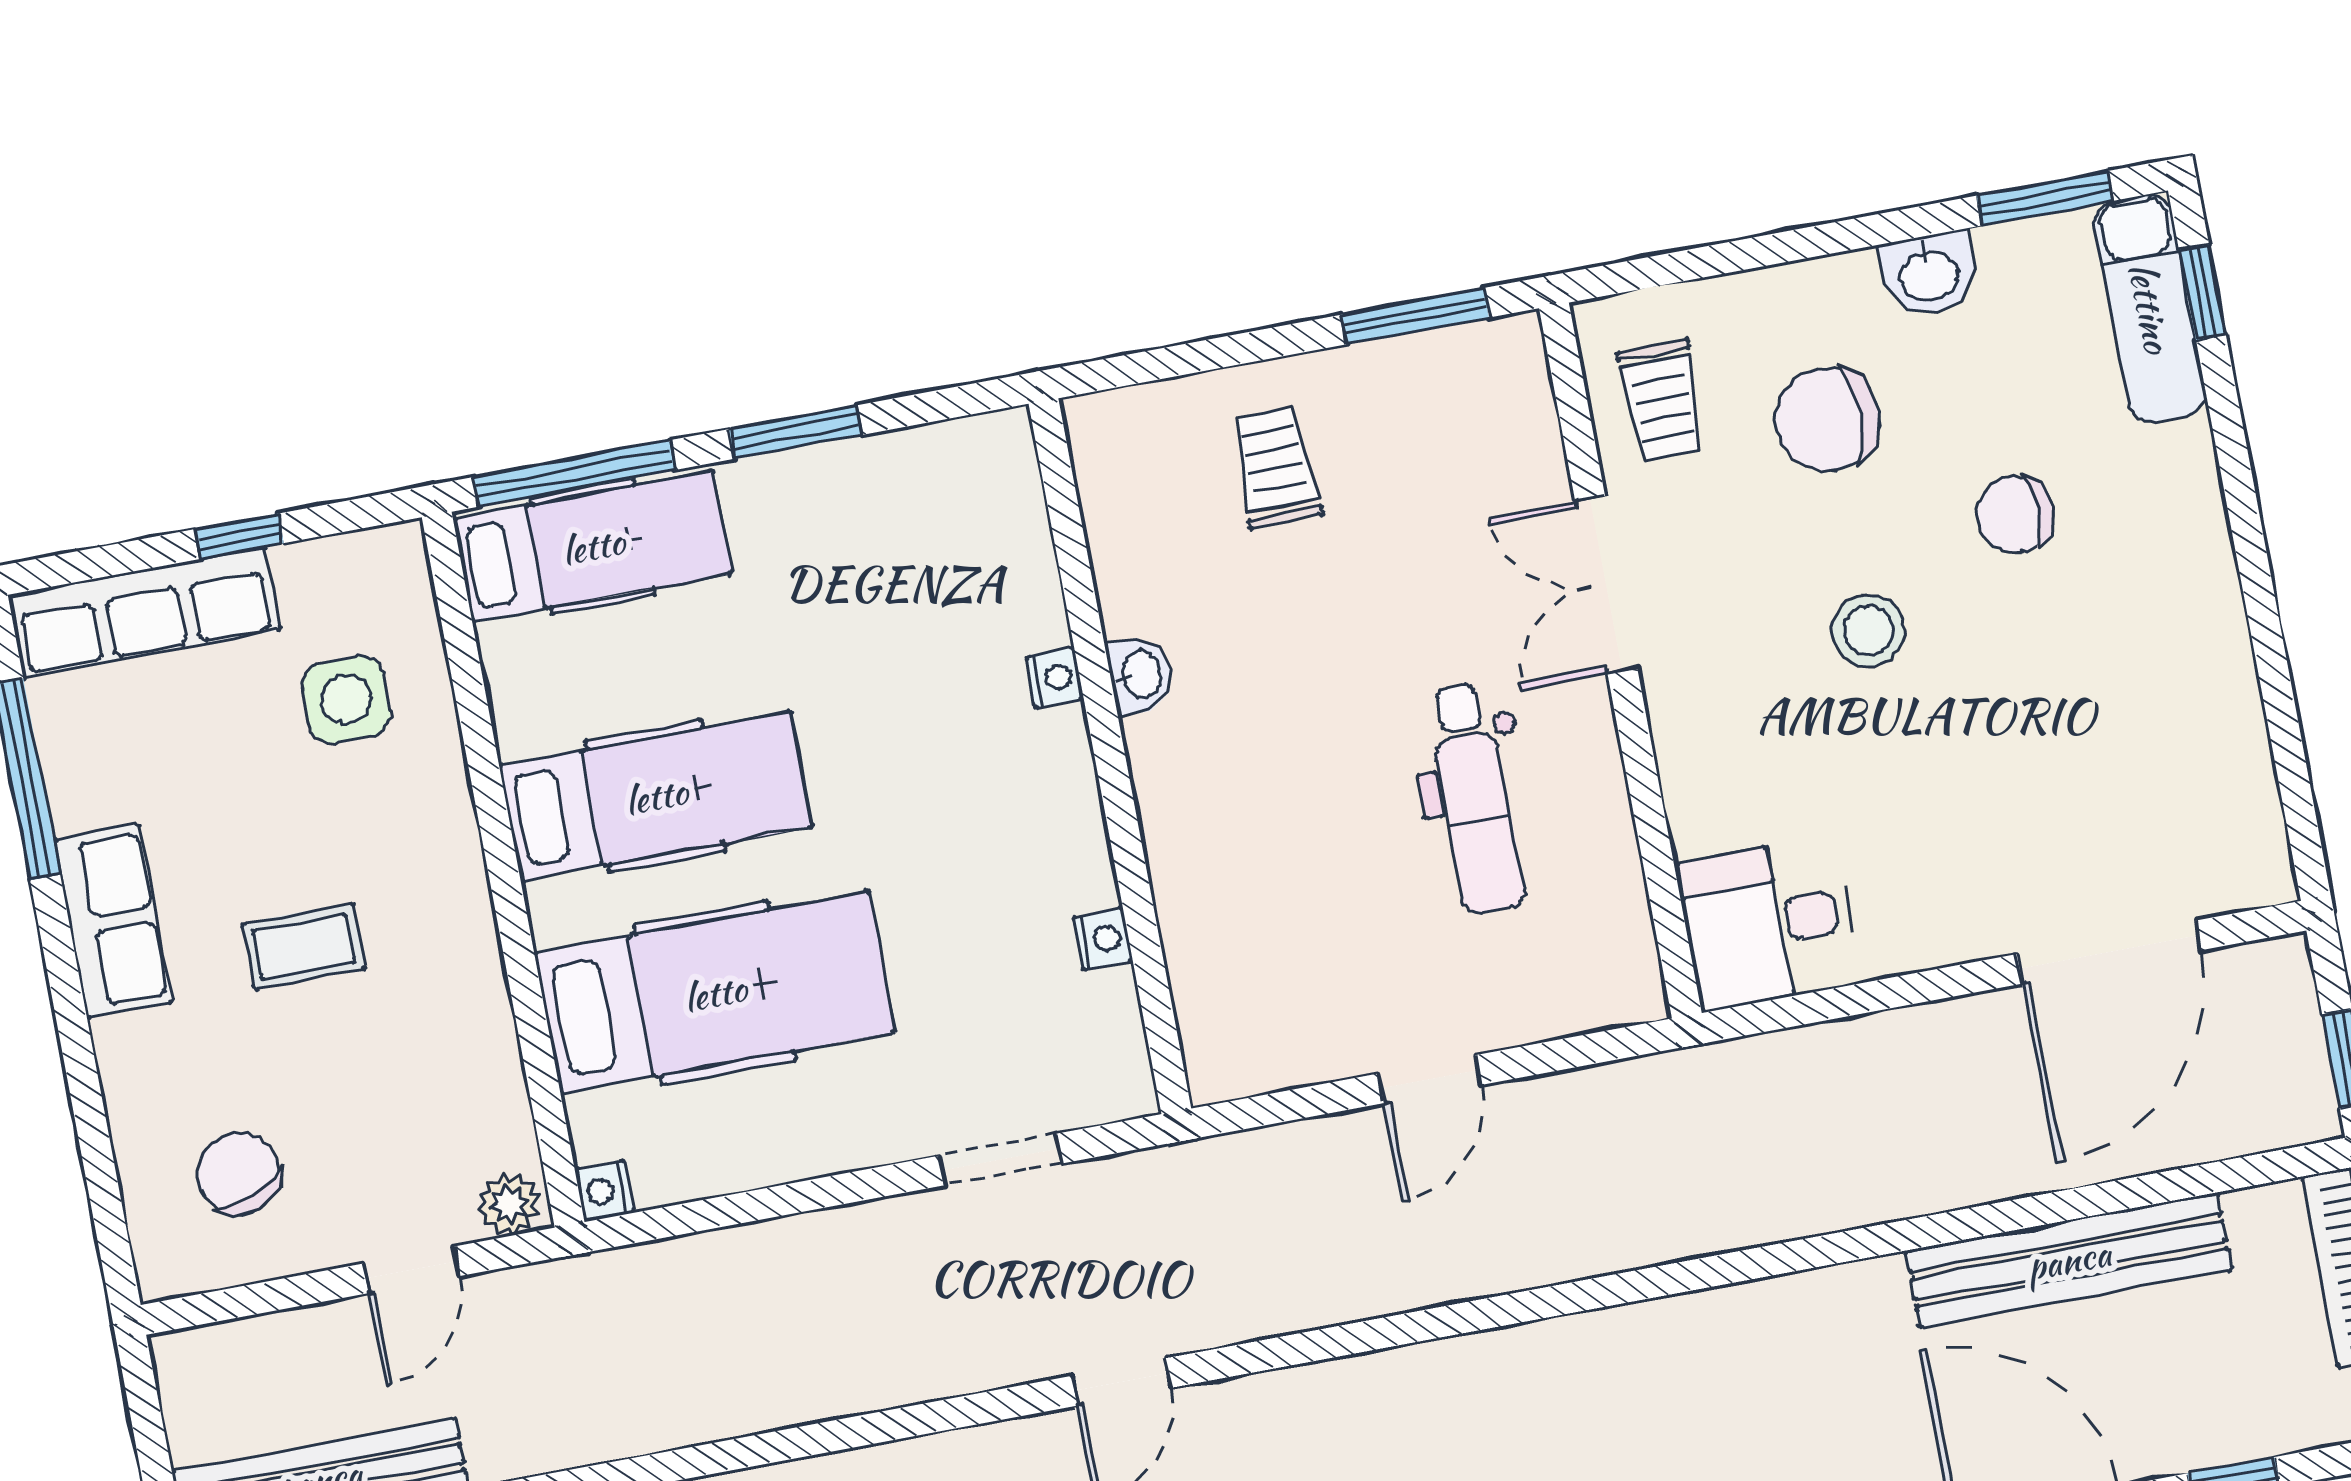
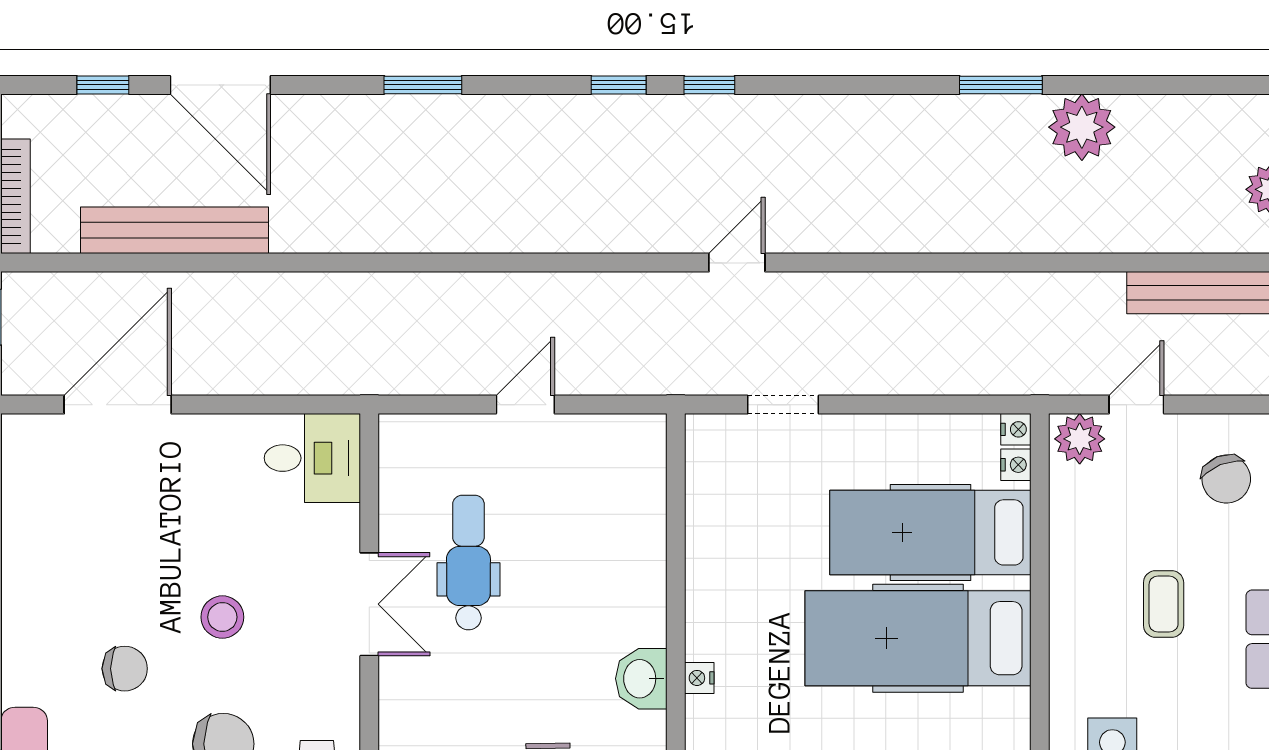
double door: (1606, 585) -> (369, 604), moved
washbasin: (1141, 675) -> (641, 679), width x1.38, depth x1.45
hospital bed: (656, 796) -> (918, 638), width x1.37, depth x1.29
nightstand: (1103, 939) -> (1016, 465), moved, turned 180
coffee table: (304, 946) -> (1164, 604), turned 90
plant: (509, 1204) -> (1080, 439), width x1.38, depth x1.38

